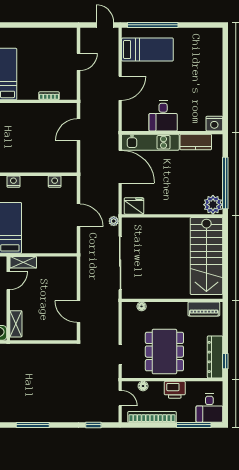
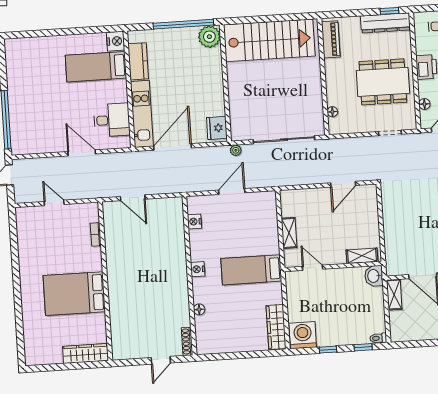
bed: (147, 50) -> (96, 67), moved, turned -90
desk: (163, 116) -> (112, 120), moved
shelving: (23, 262) -> (289, 233), moved

